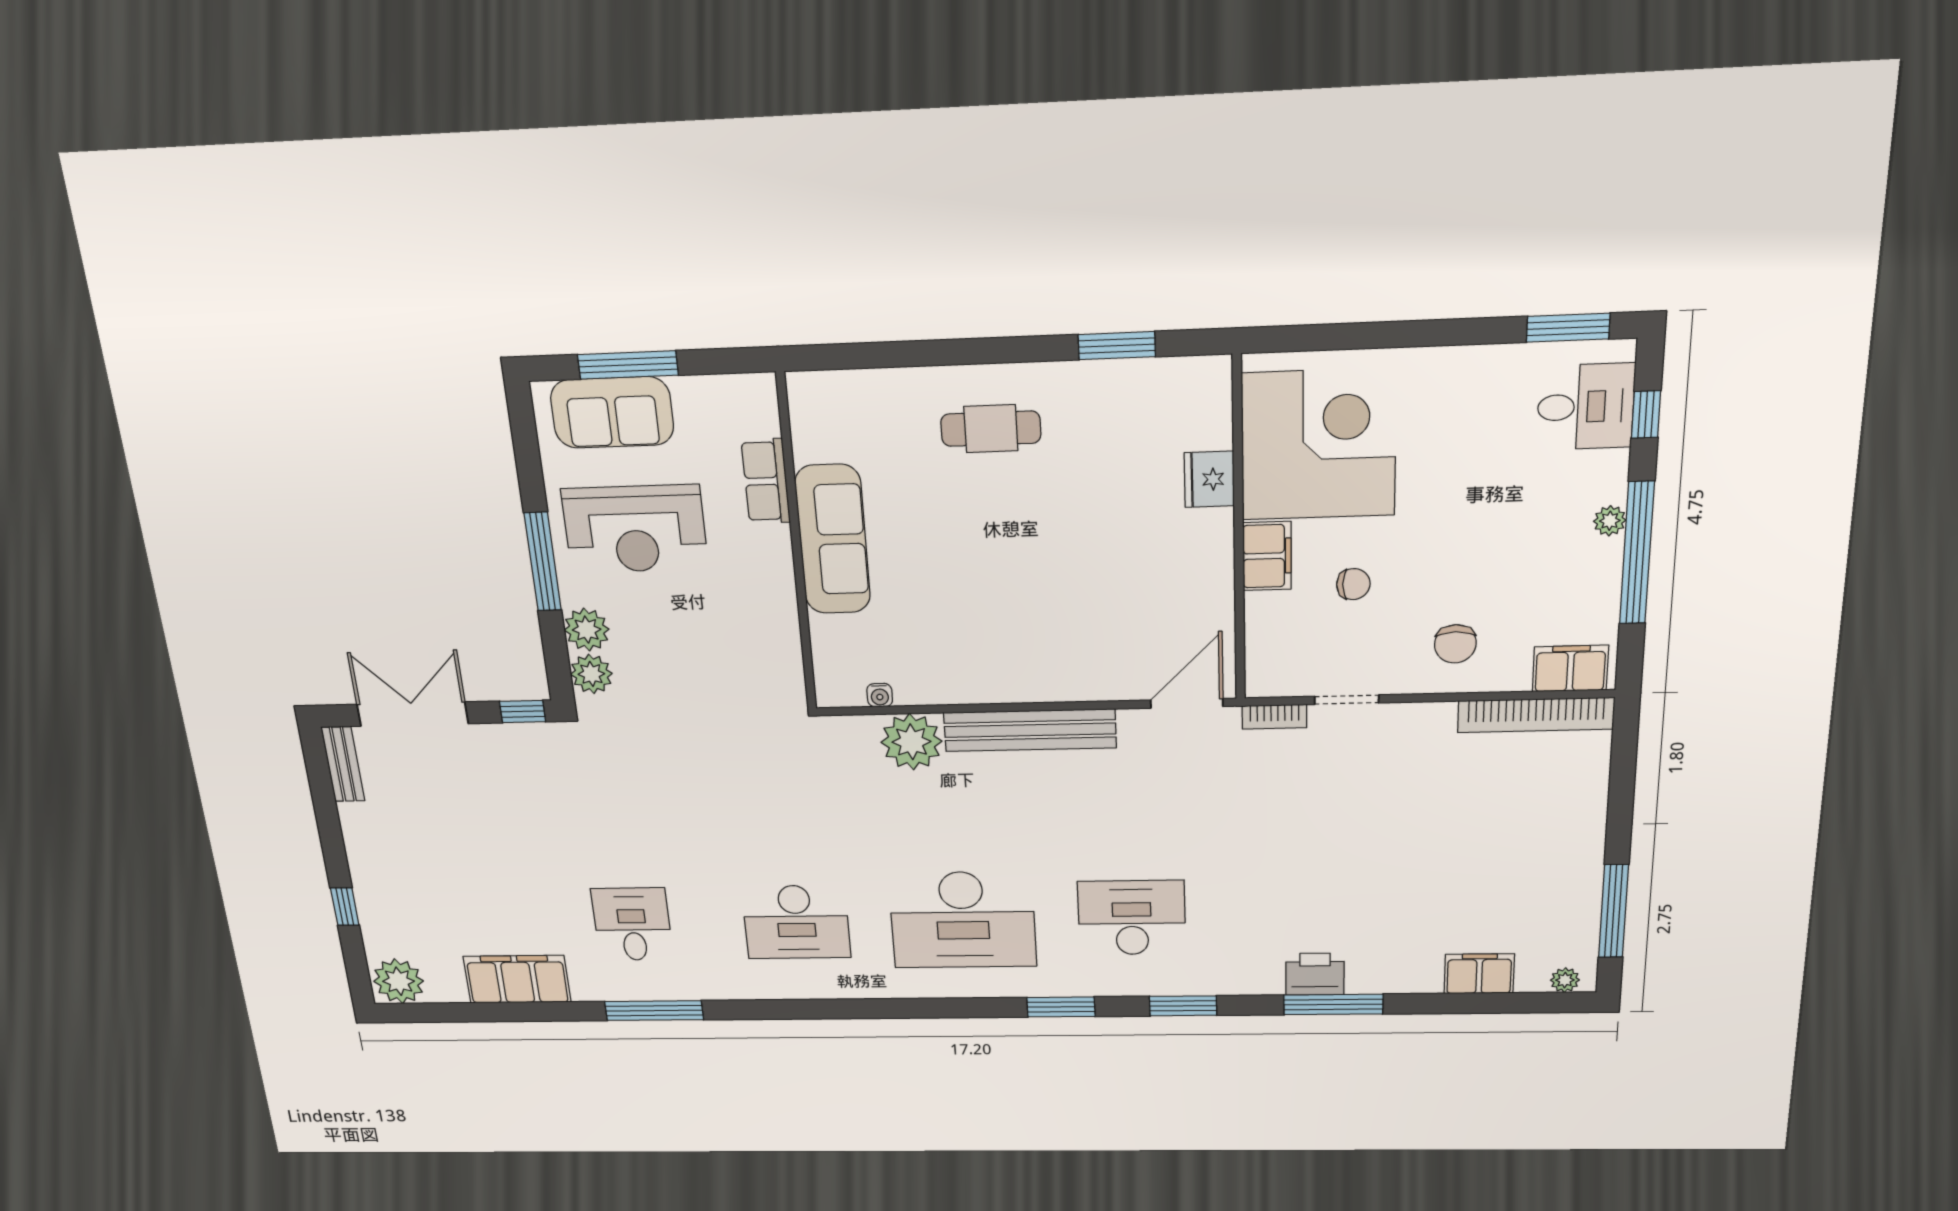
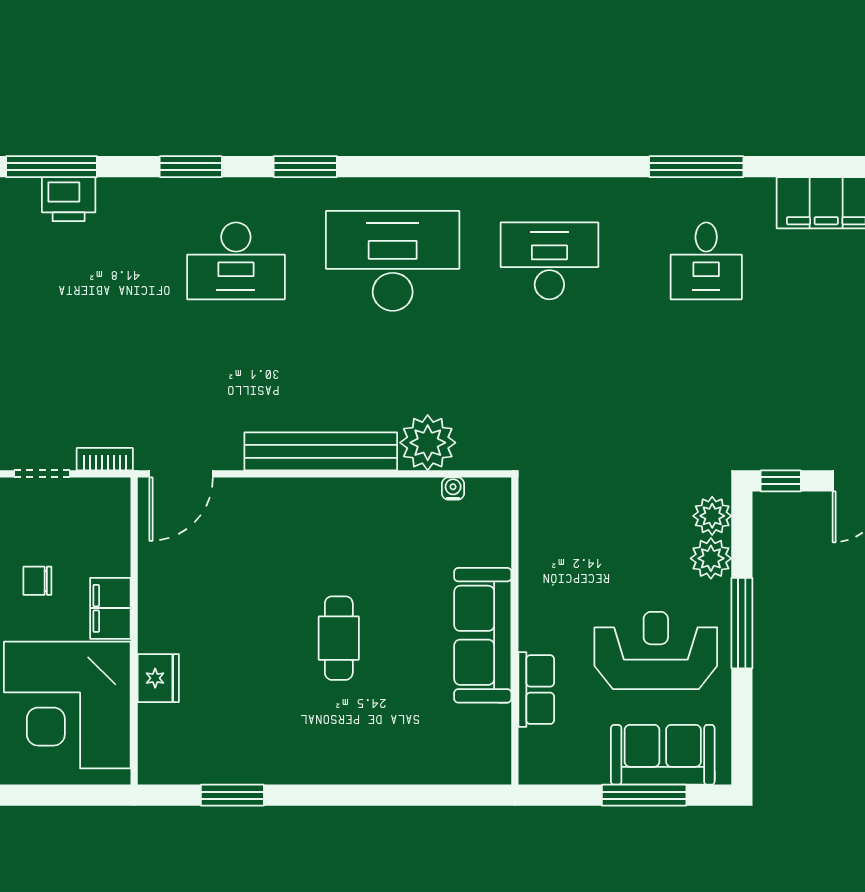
cafe table: (991, 429) -> (339, 638), moved, turned 90

